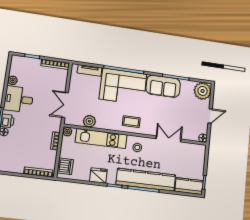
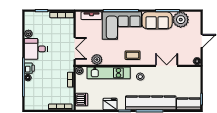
plant: (203, 91) -> (181, 20), moved
double door: (65, 105) -> (75, 48), swing flipped

